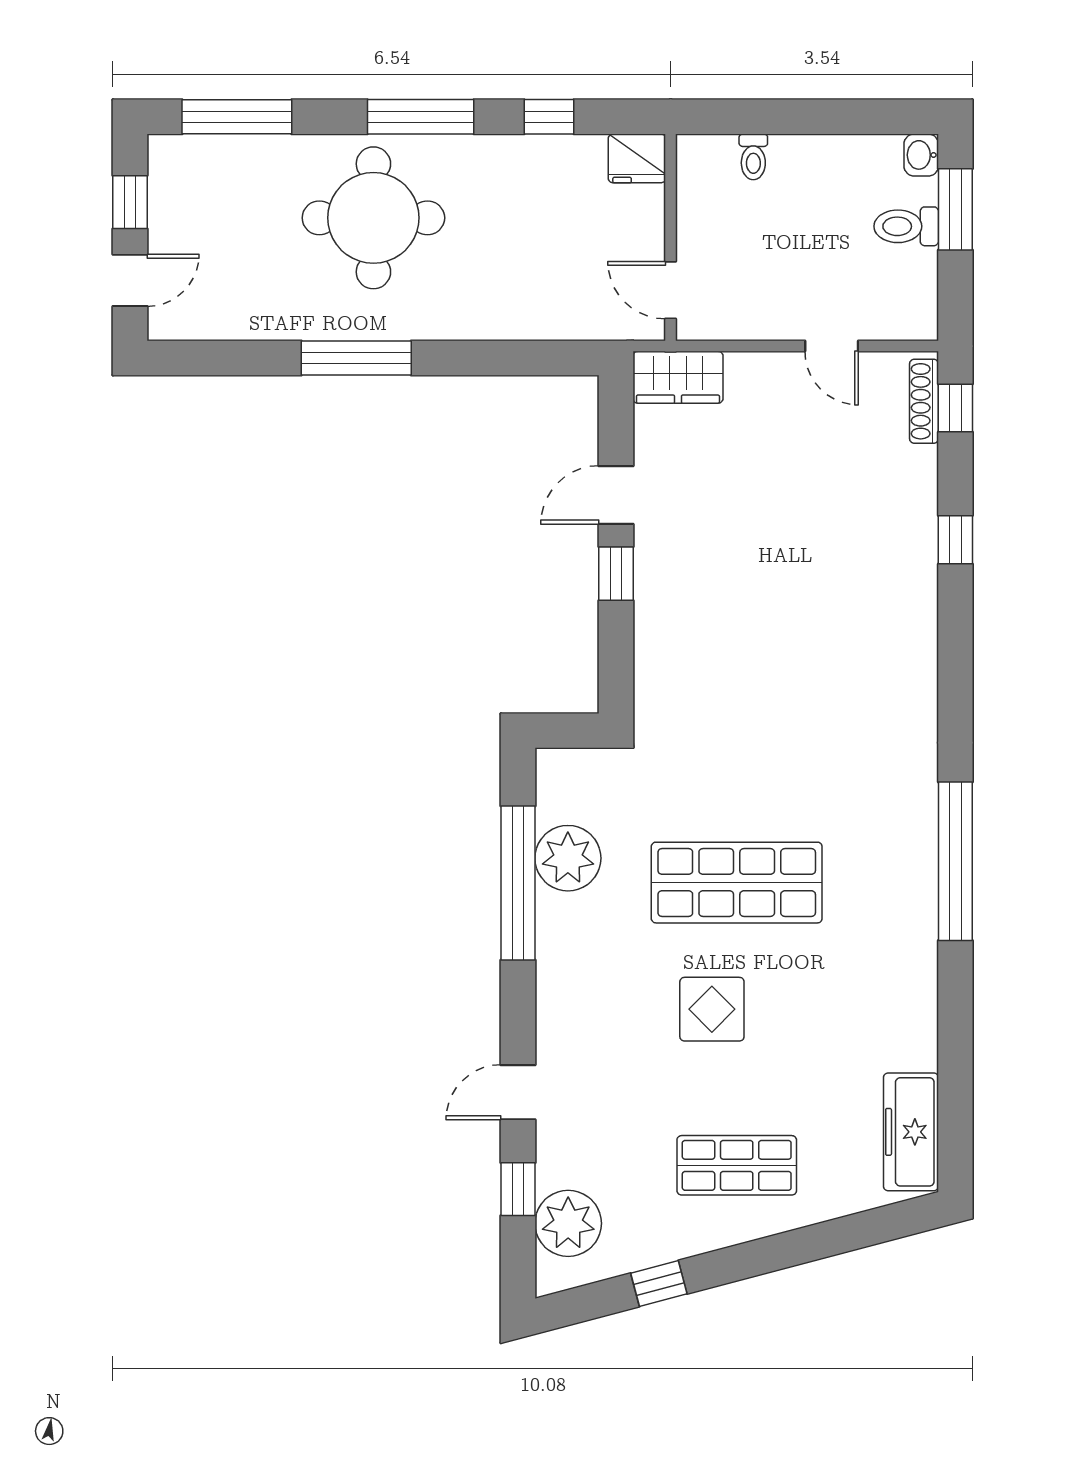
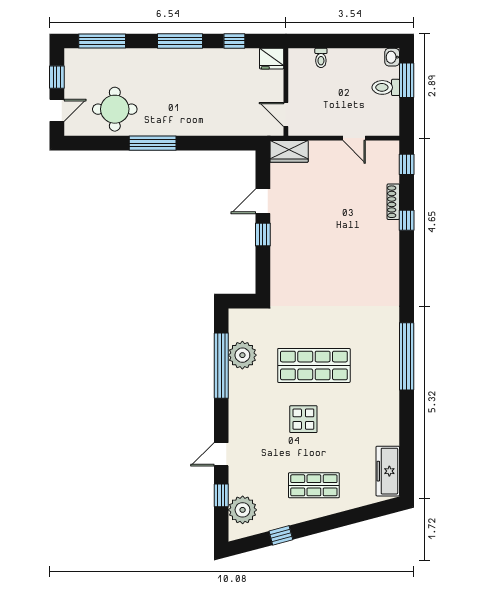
round table: (373, 218) -> (115, 109), moved, width x0.73, depth x0.73
shoe rack: (924, 401) -> (393, 202), moved

